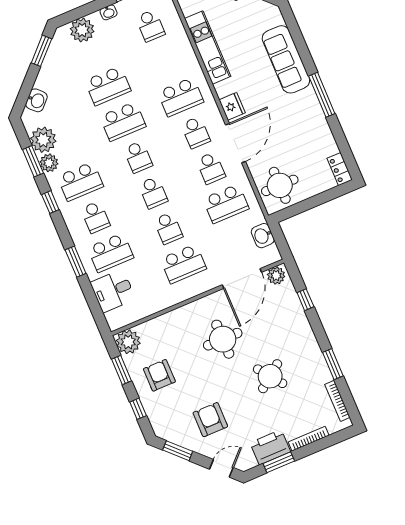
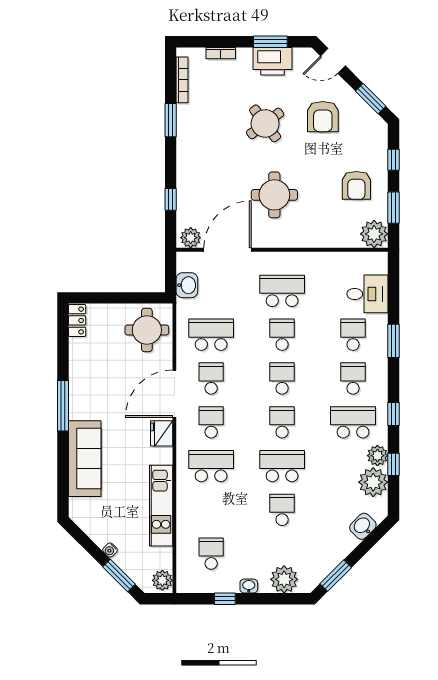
school desk: (108, 86) -> (282, 510), width x0.54
window: (33, 161) -> (393, 464), width x0.67
school desk: (111, 253) -> (353, 335), width x0.54
round table: (270, 376) -> (265, 123), moved
bookcase: (309, 439) -> (221, 53), width x0.64

